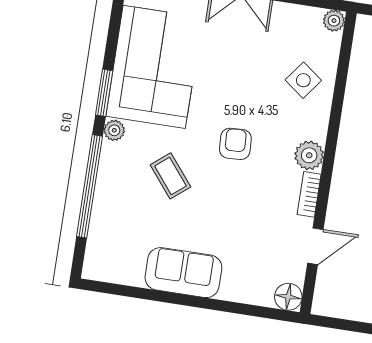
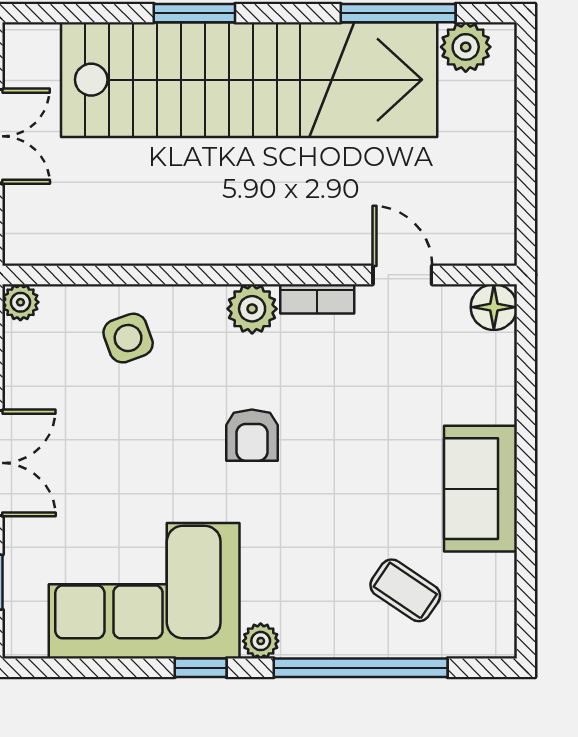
side table: (303, 80) -> (128, 338), turned 33
window: (104, 93) -> (201, 668), width x0.67
armchair: (235, 144) -> (252, 435), turned -87
coffee table: (170, 176) -> (405, 590), moved, turned 73

